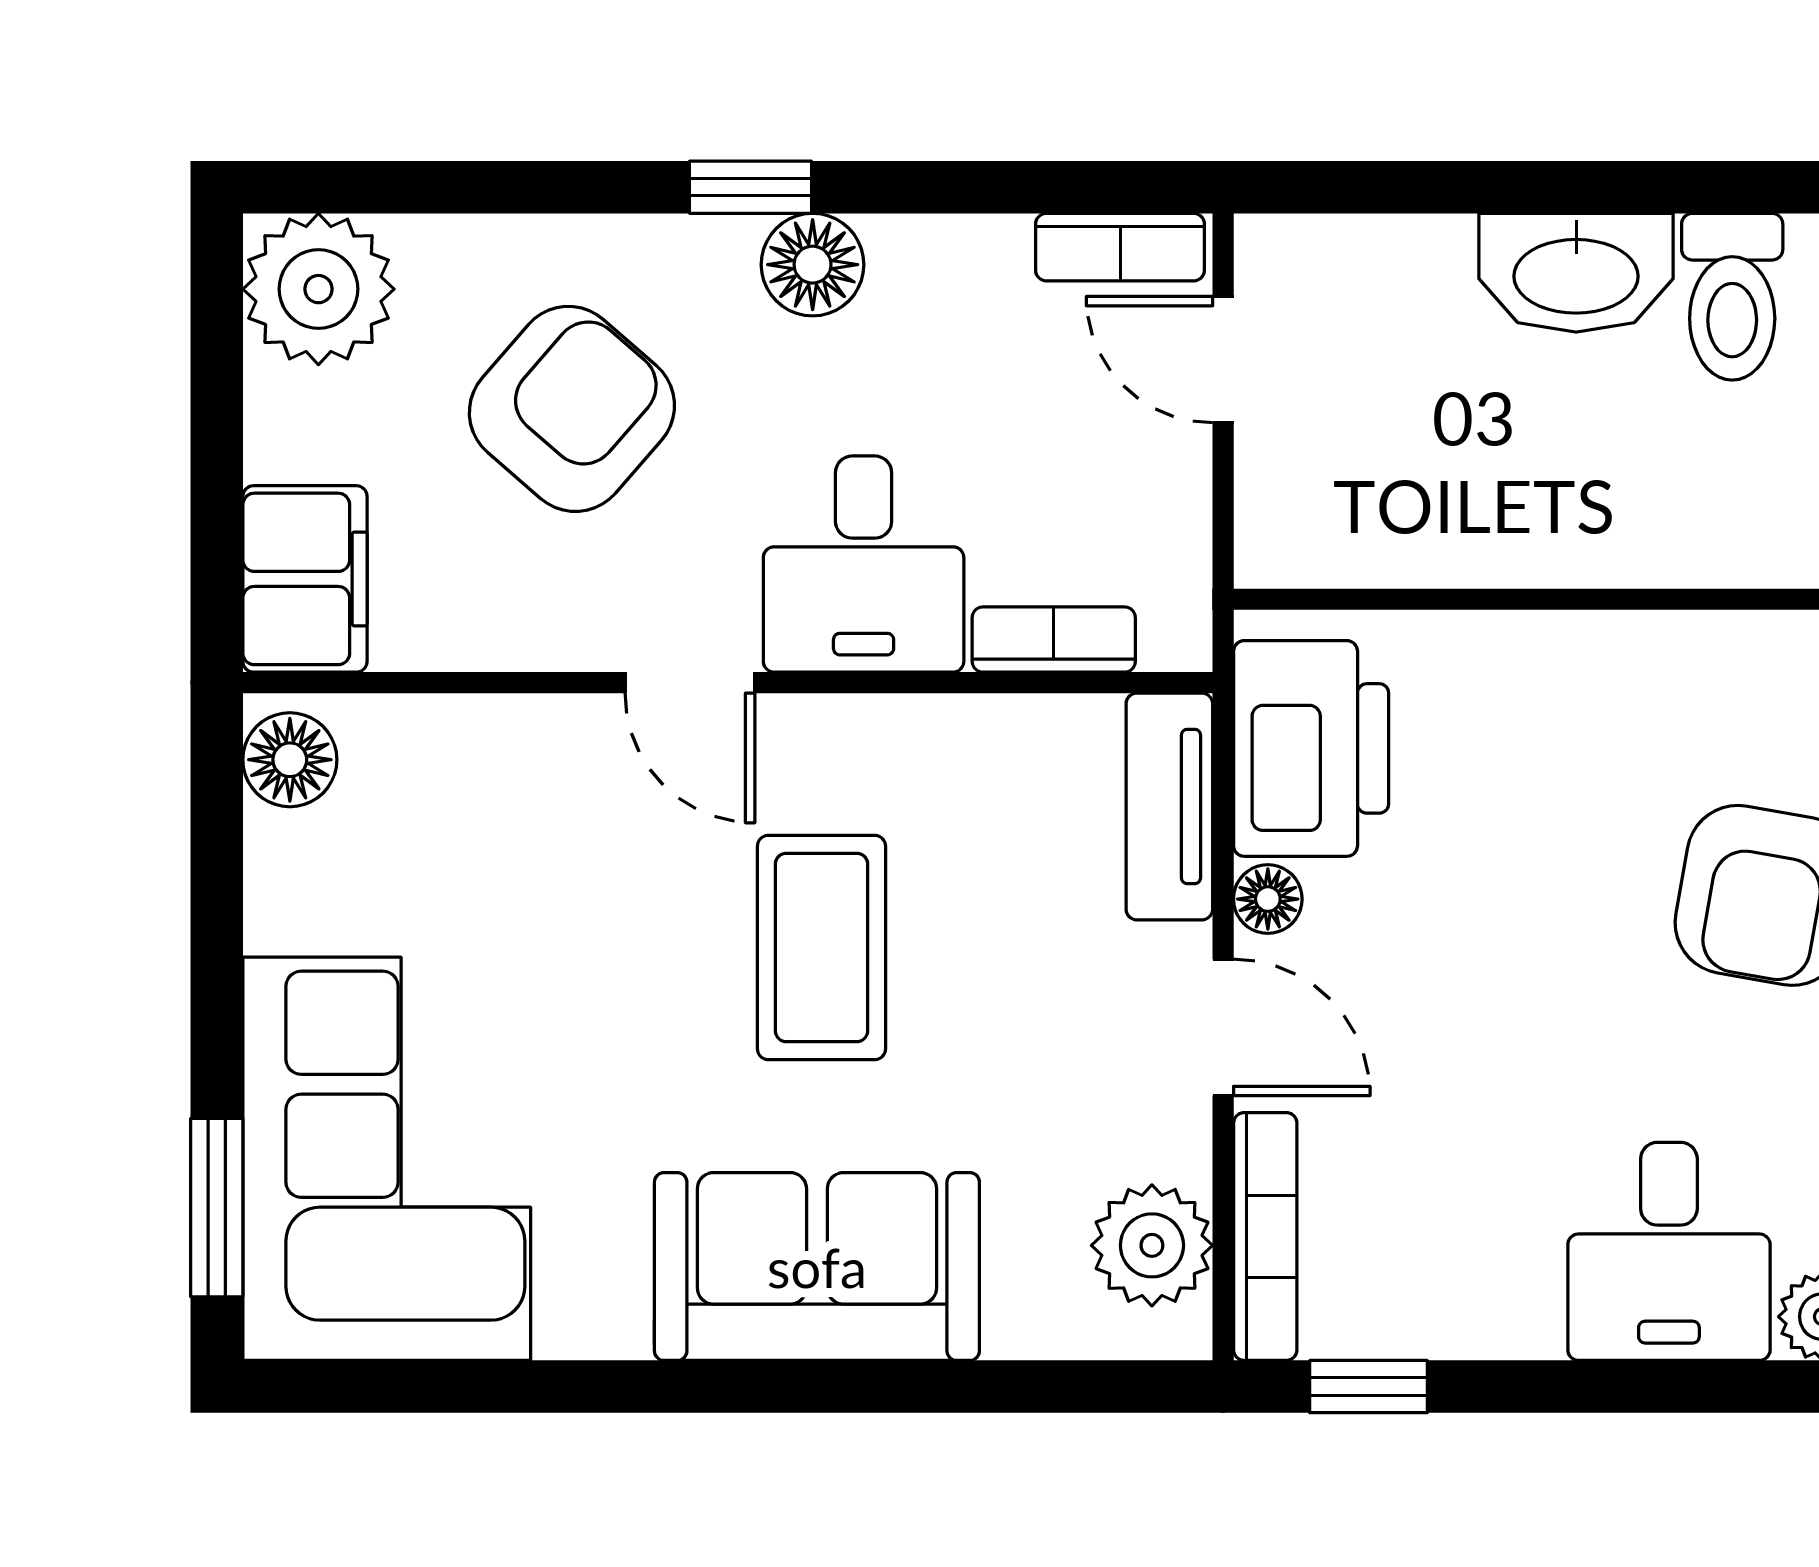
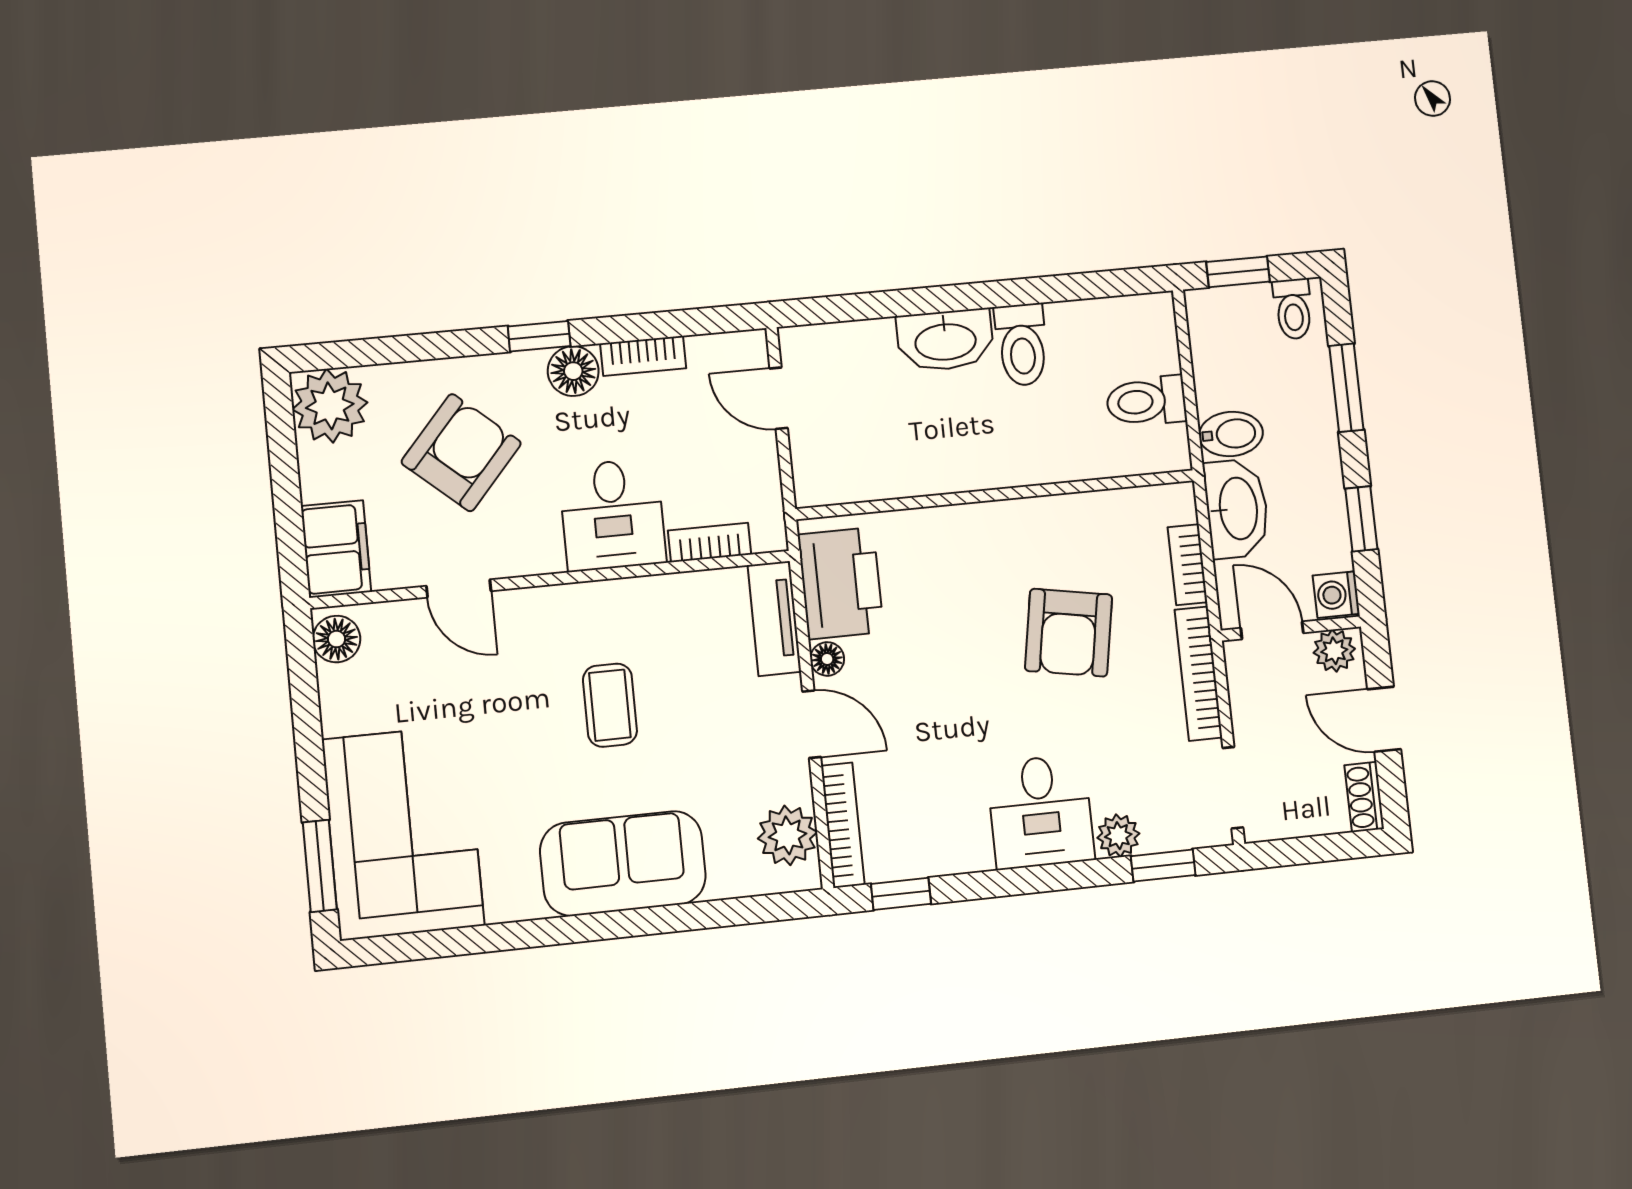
bookcase: (1120, 247) -> (643, 356), moved
door: (690, 683) -> (459, 588), moved
coffee table: (821, 947) -> (610, 705), width x0.73, depth x0.77

